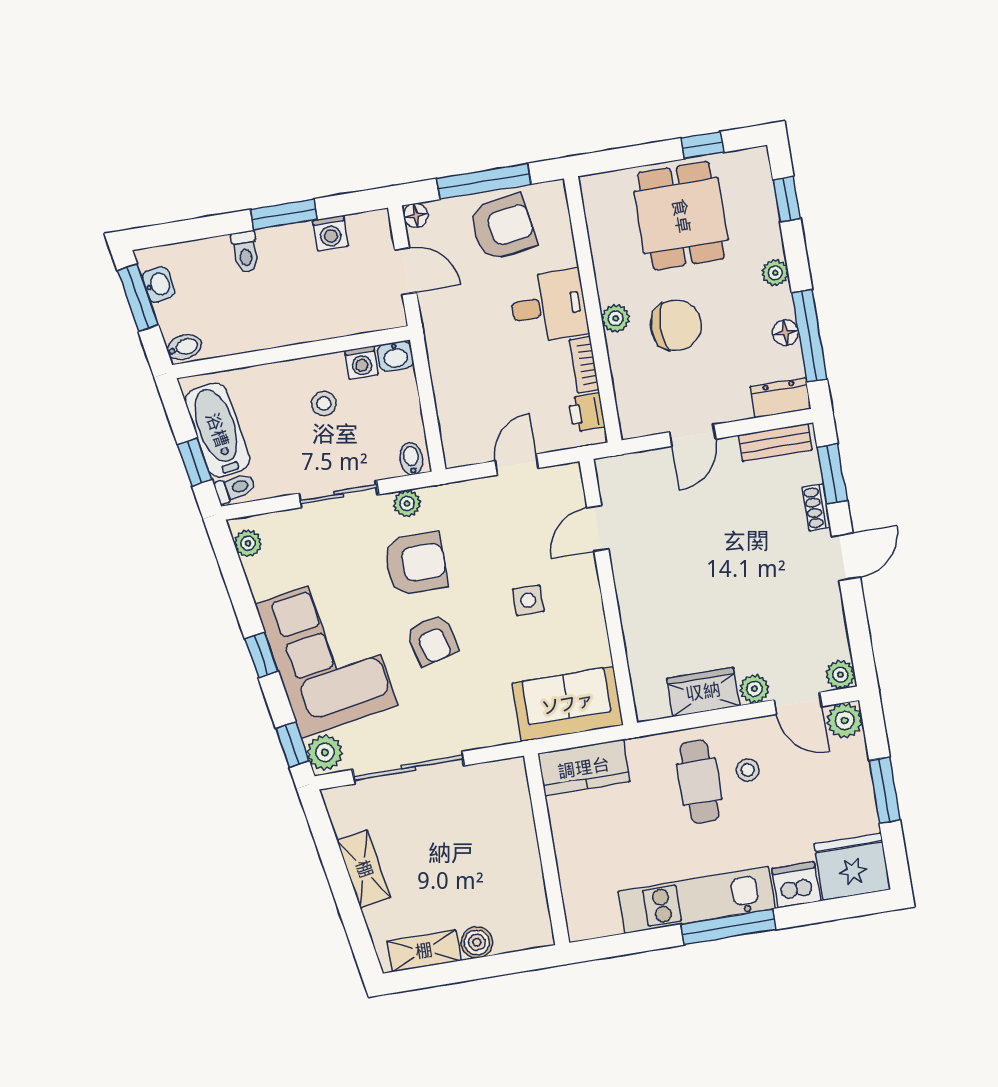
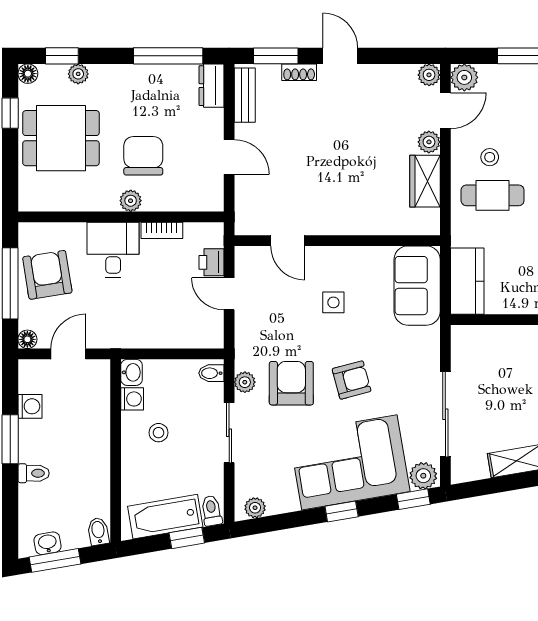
plant: (775, 273) -> (78, 74), moved
floor lamp: (785, 333) -> (28, 74), moved
printer: (587, 412) -> (211, 262), moved, turned 90

